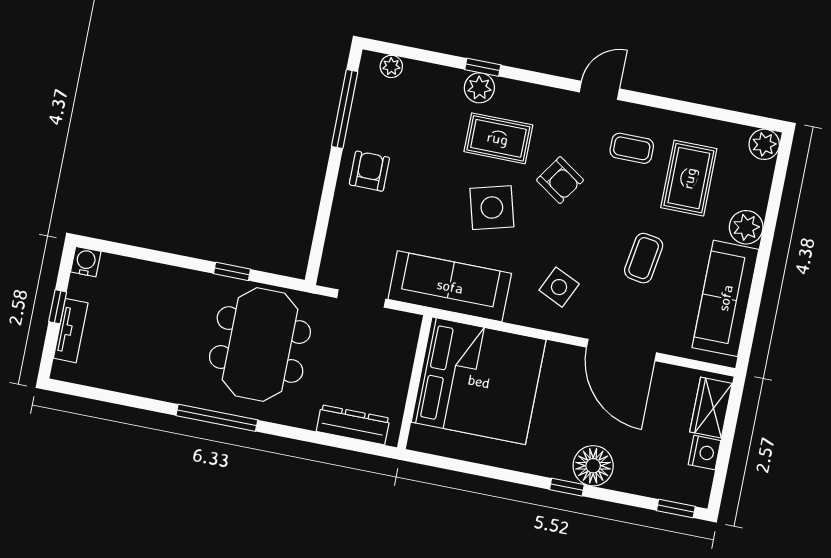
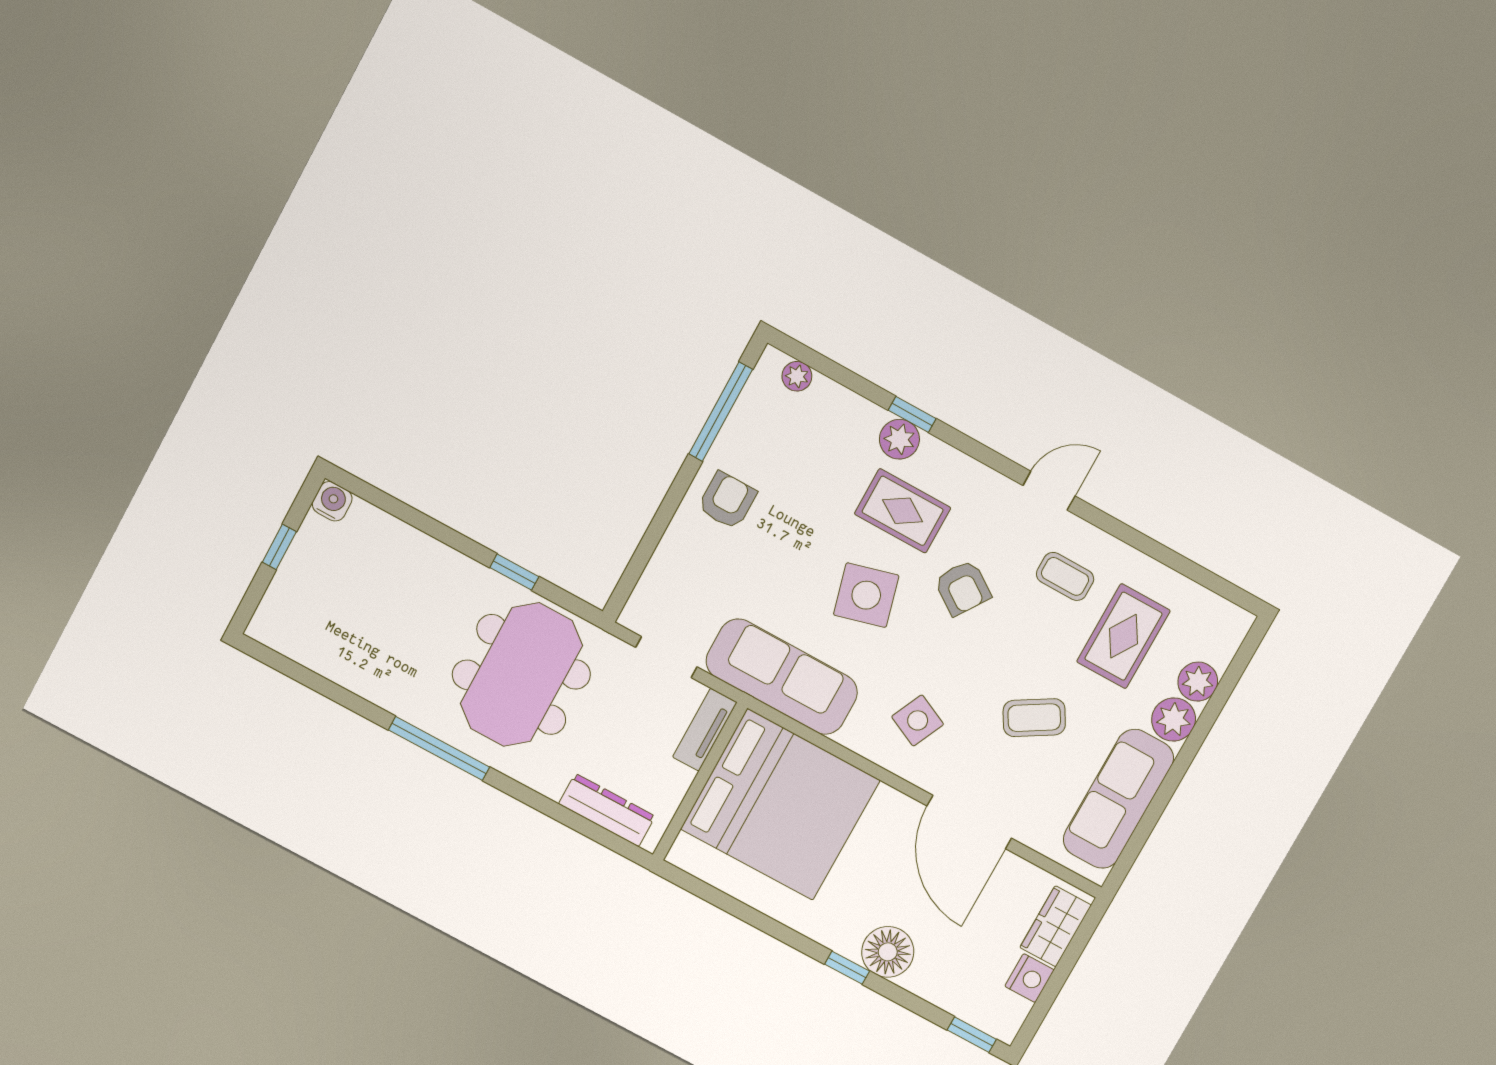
plant: (764, 144) -> (1198, 682), moved
coffee table: (644, 258) -> (1034, 718), turned 50
tv unit: (71, 331) -> (705, 730), moved, turned 180

